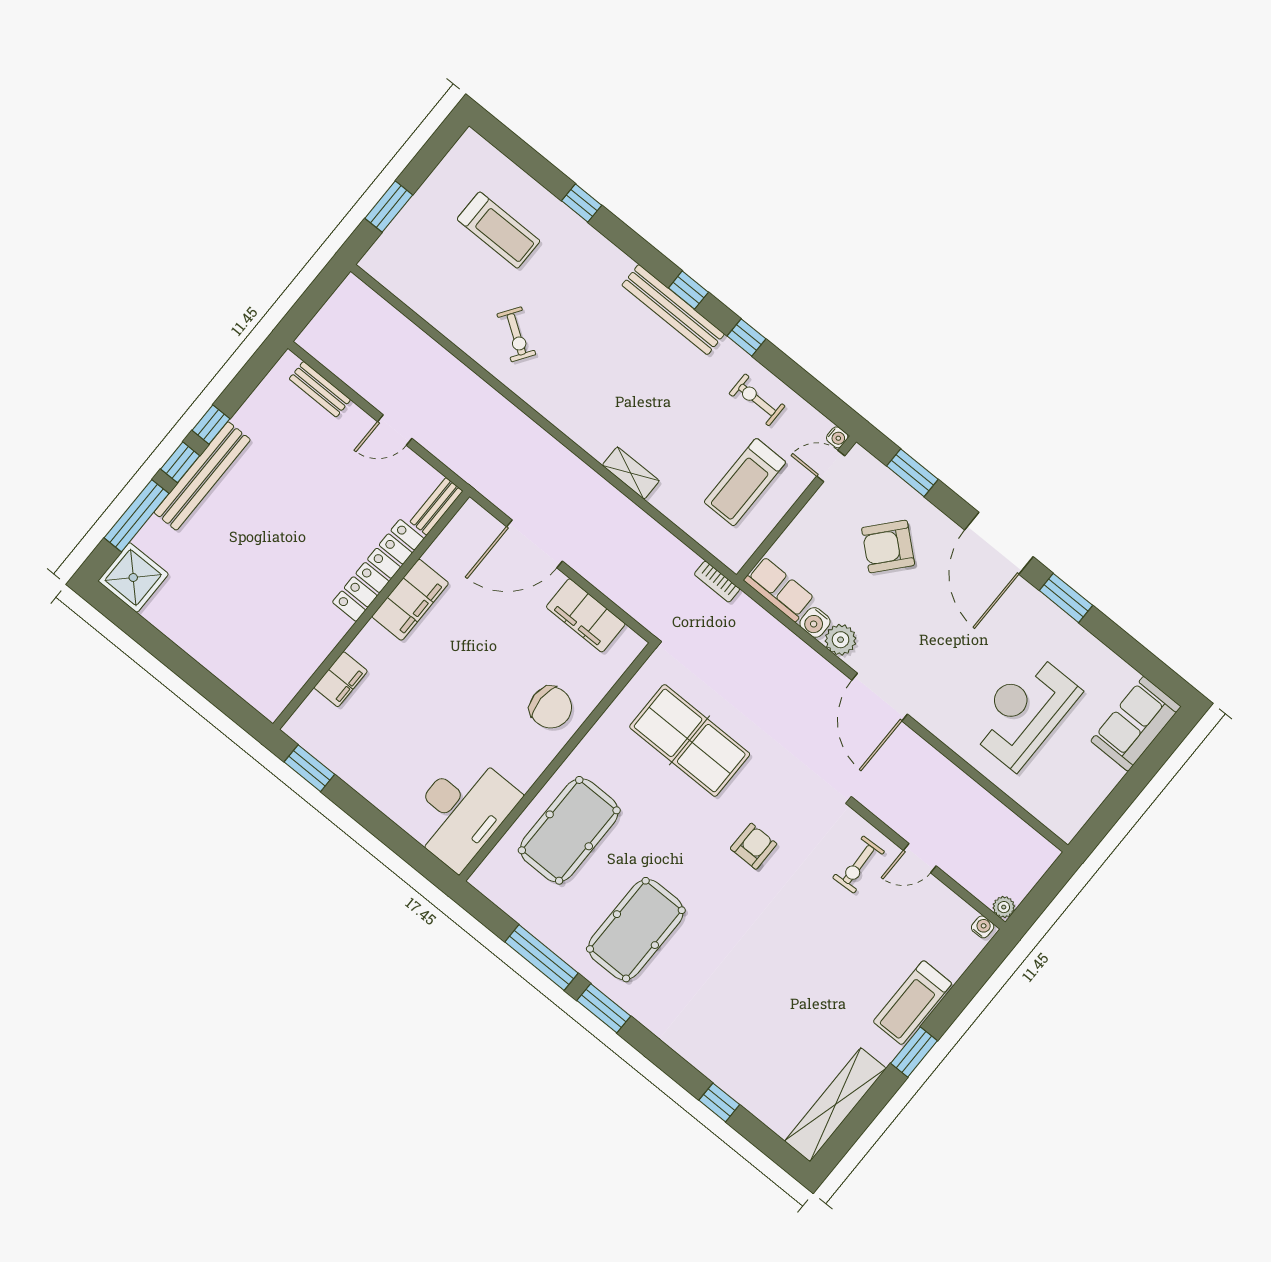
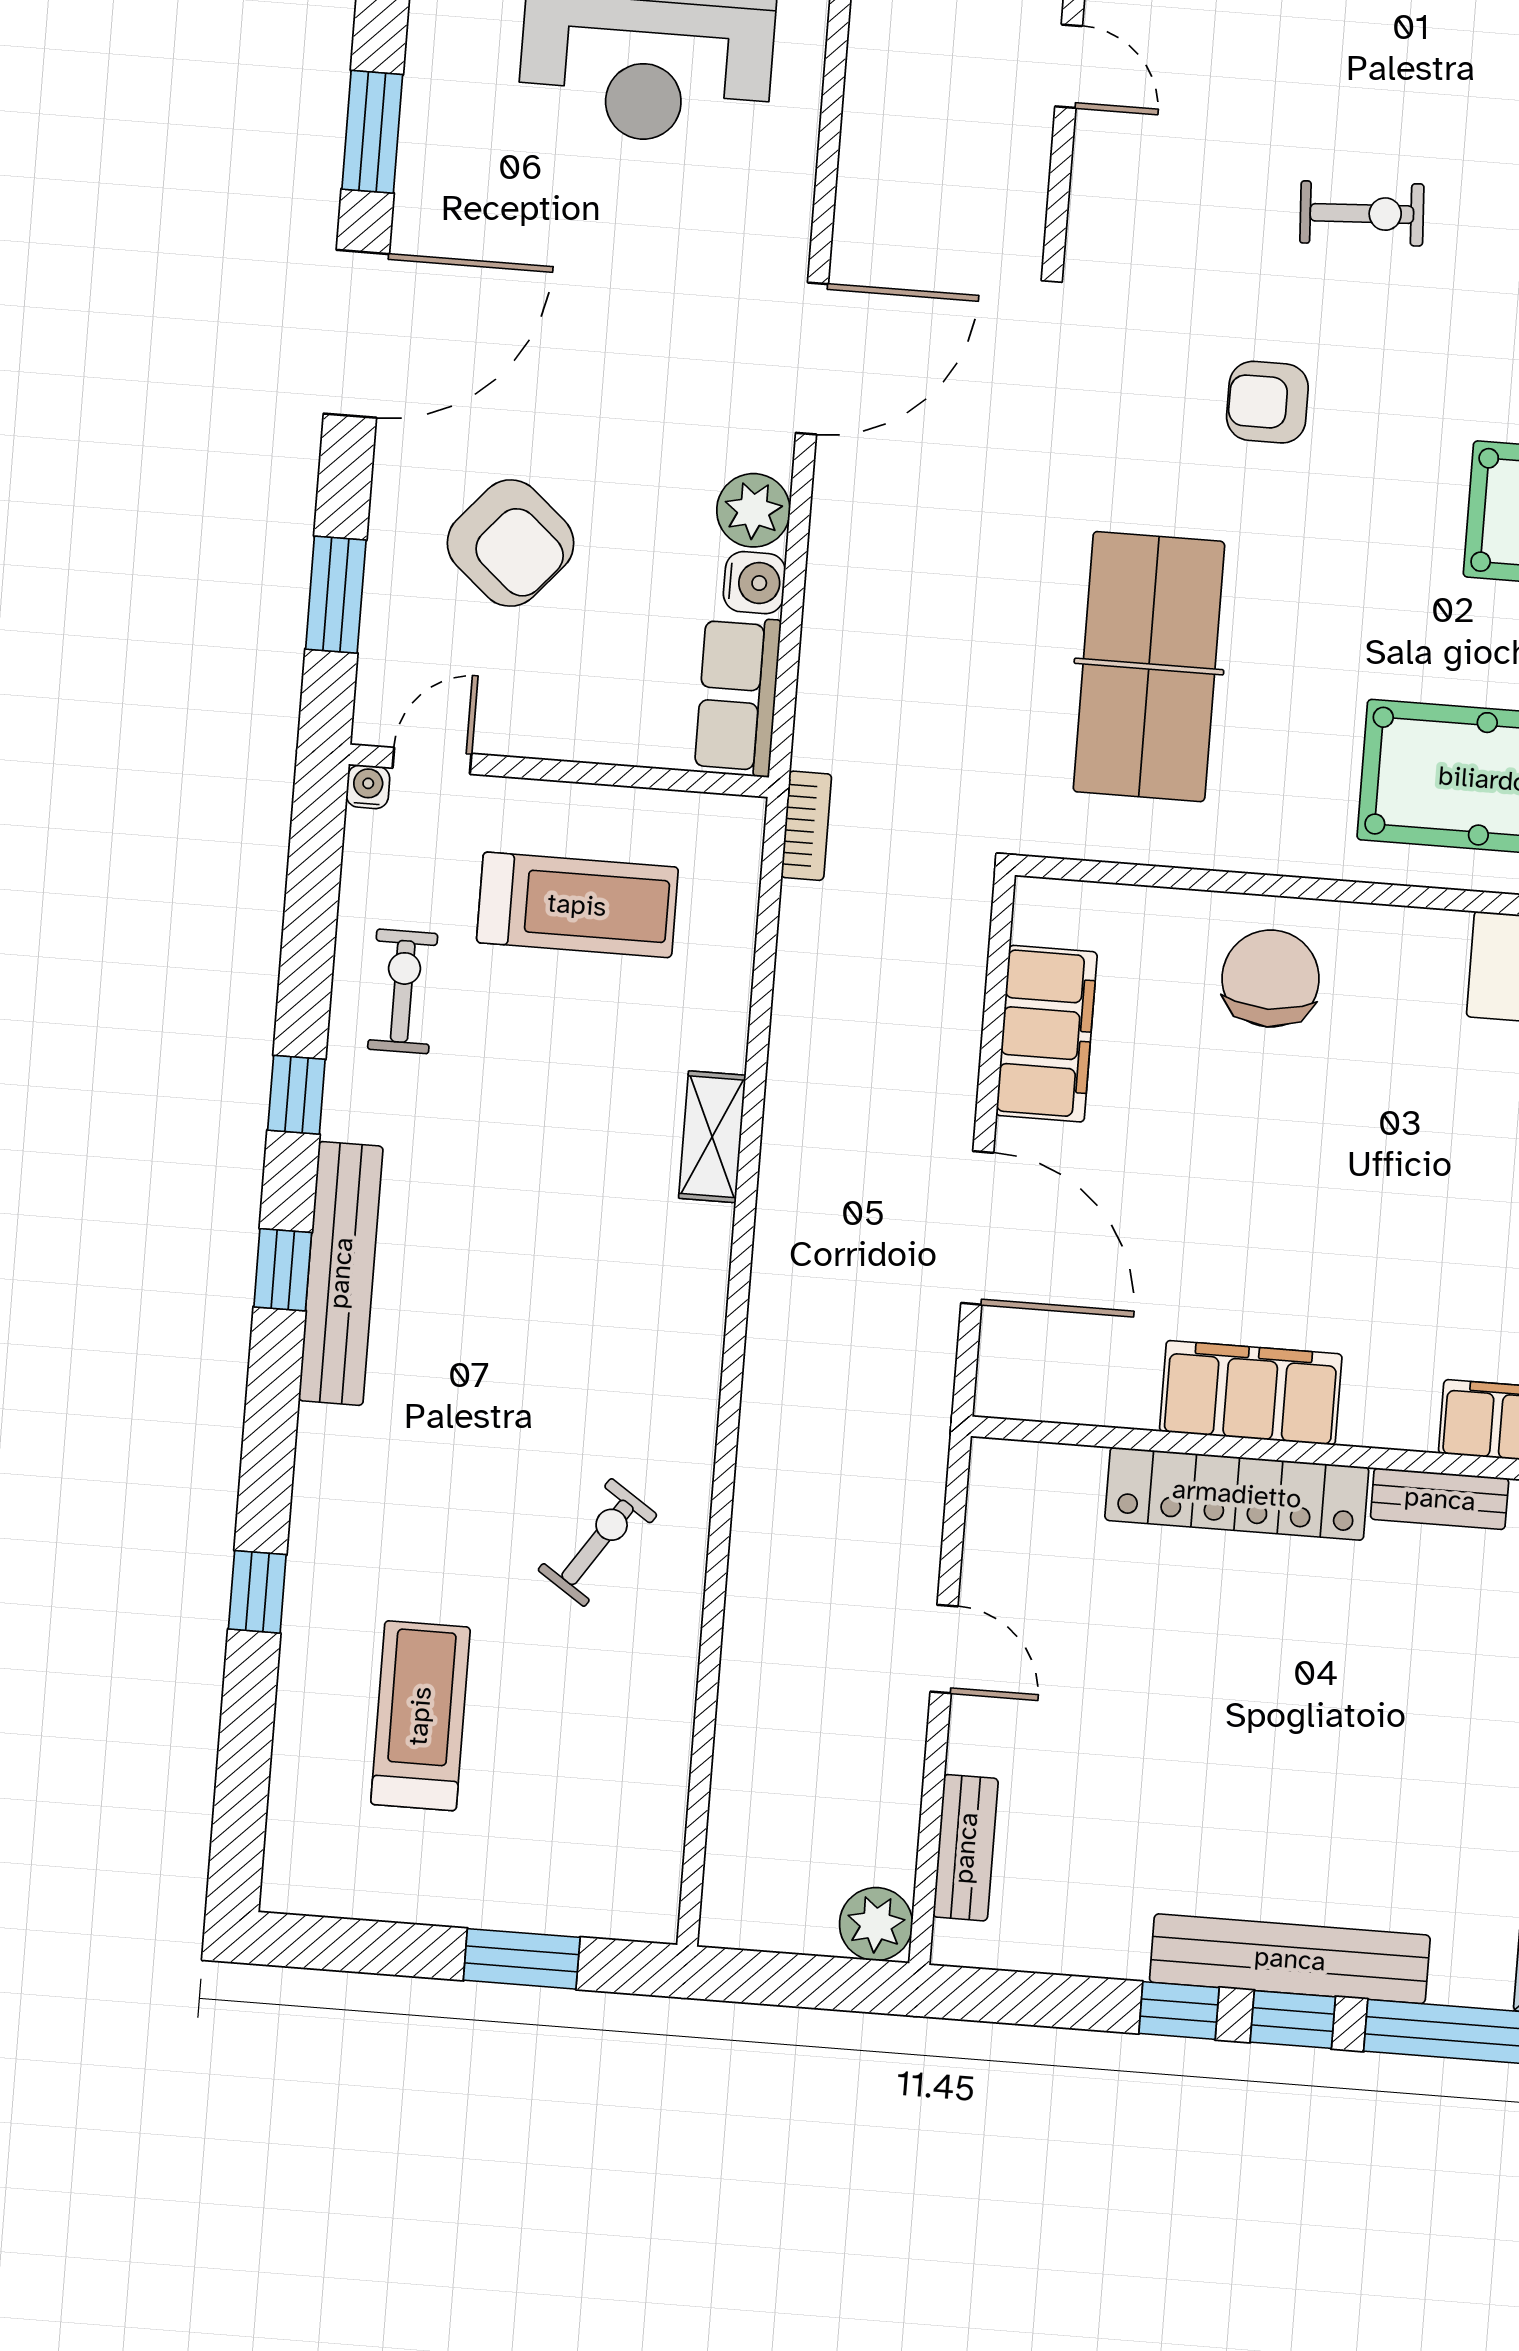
plant: (315, 339) -> (876, 1924), added
exercise bike: (757, 400) -> (403, 991), turned 180
door: (831, 466) -> (432, 761), swing flipped
bench: (436, 506) -> (1440, 1499), moved
exercise bike: (859, 865) -> (1362, 213), moved

